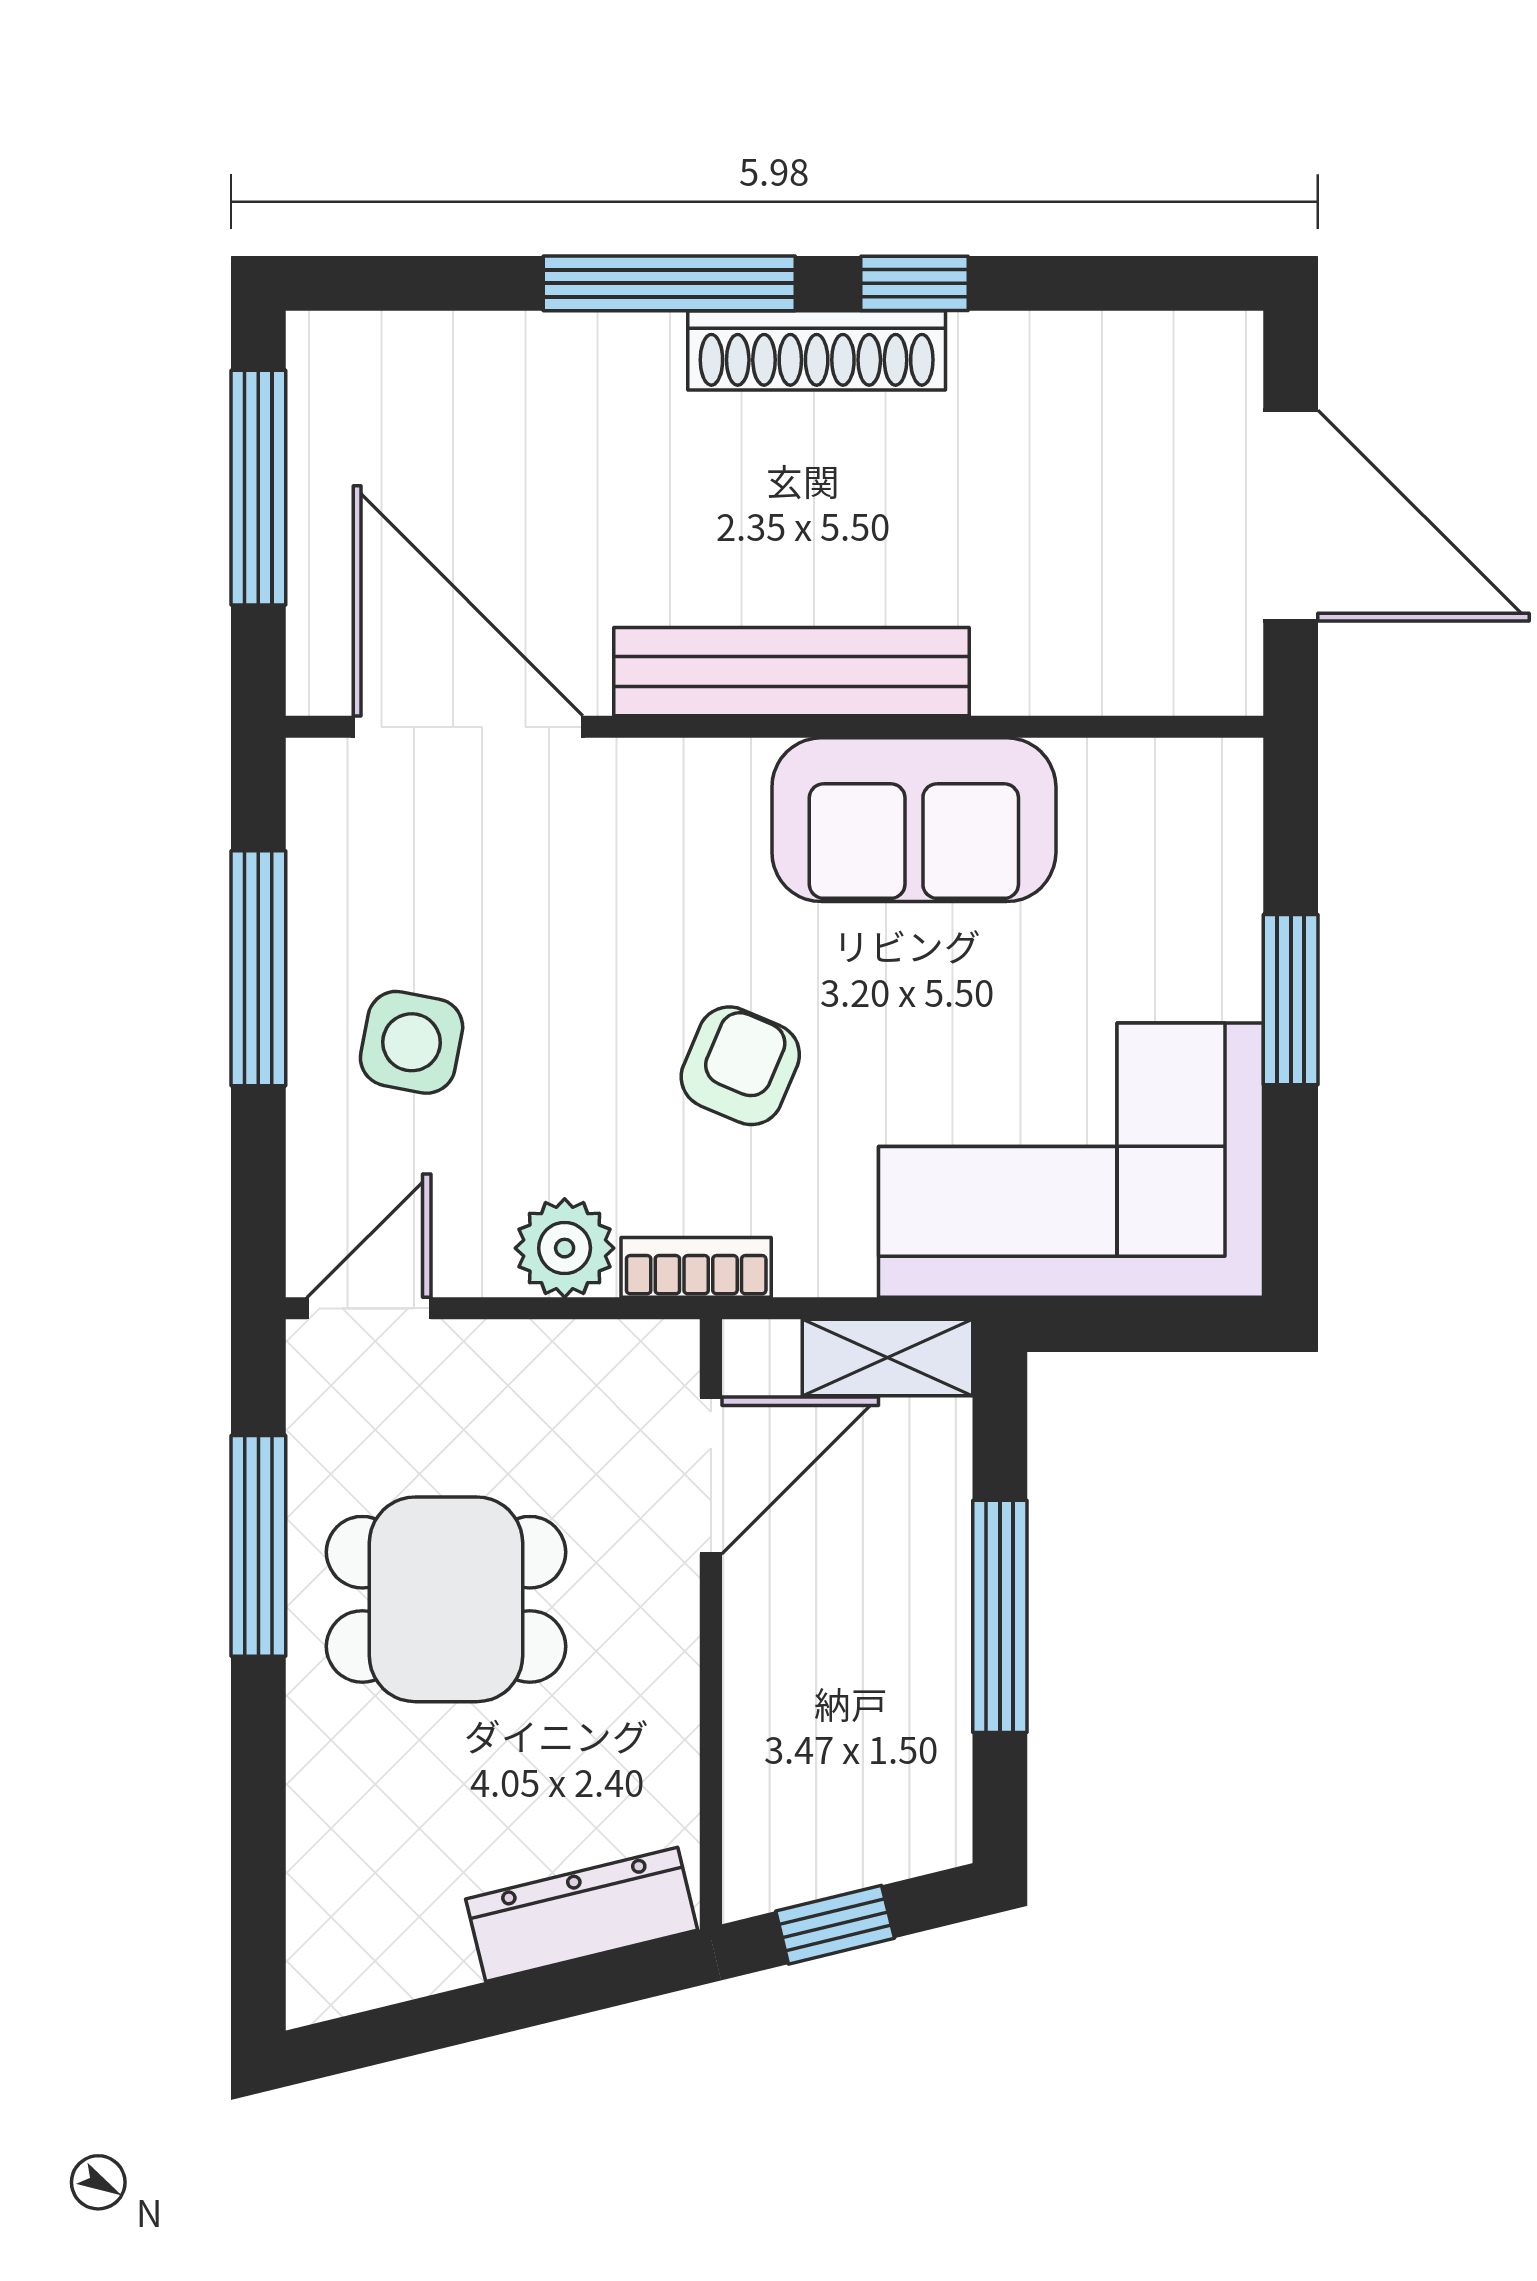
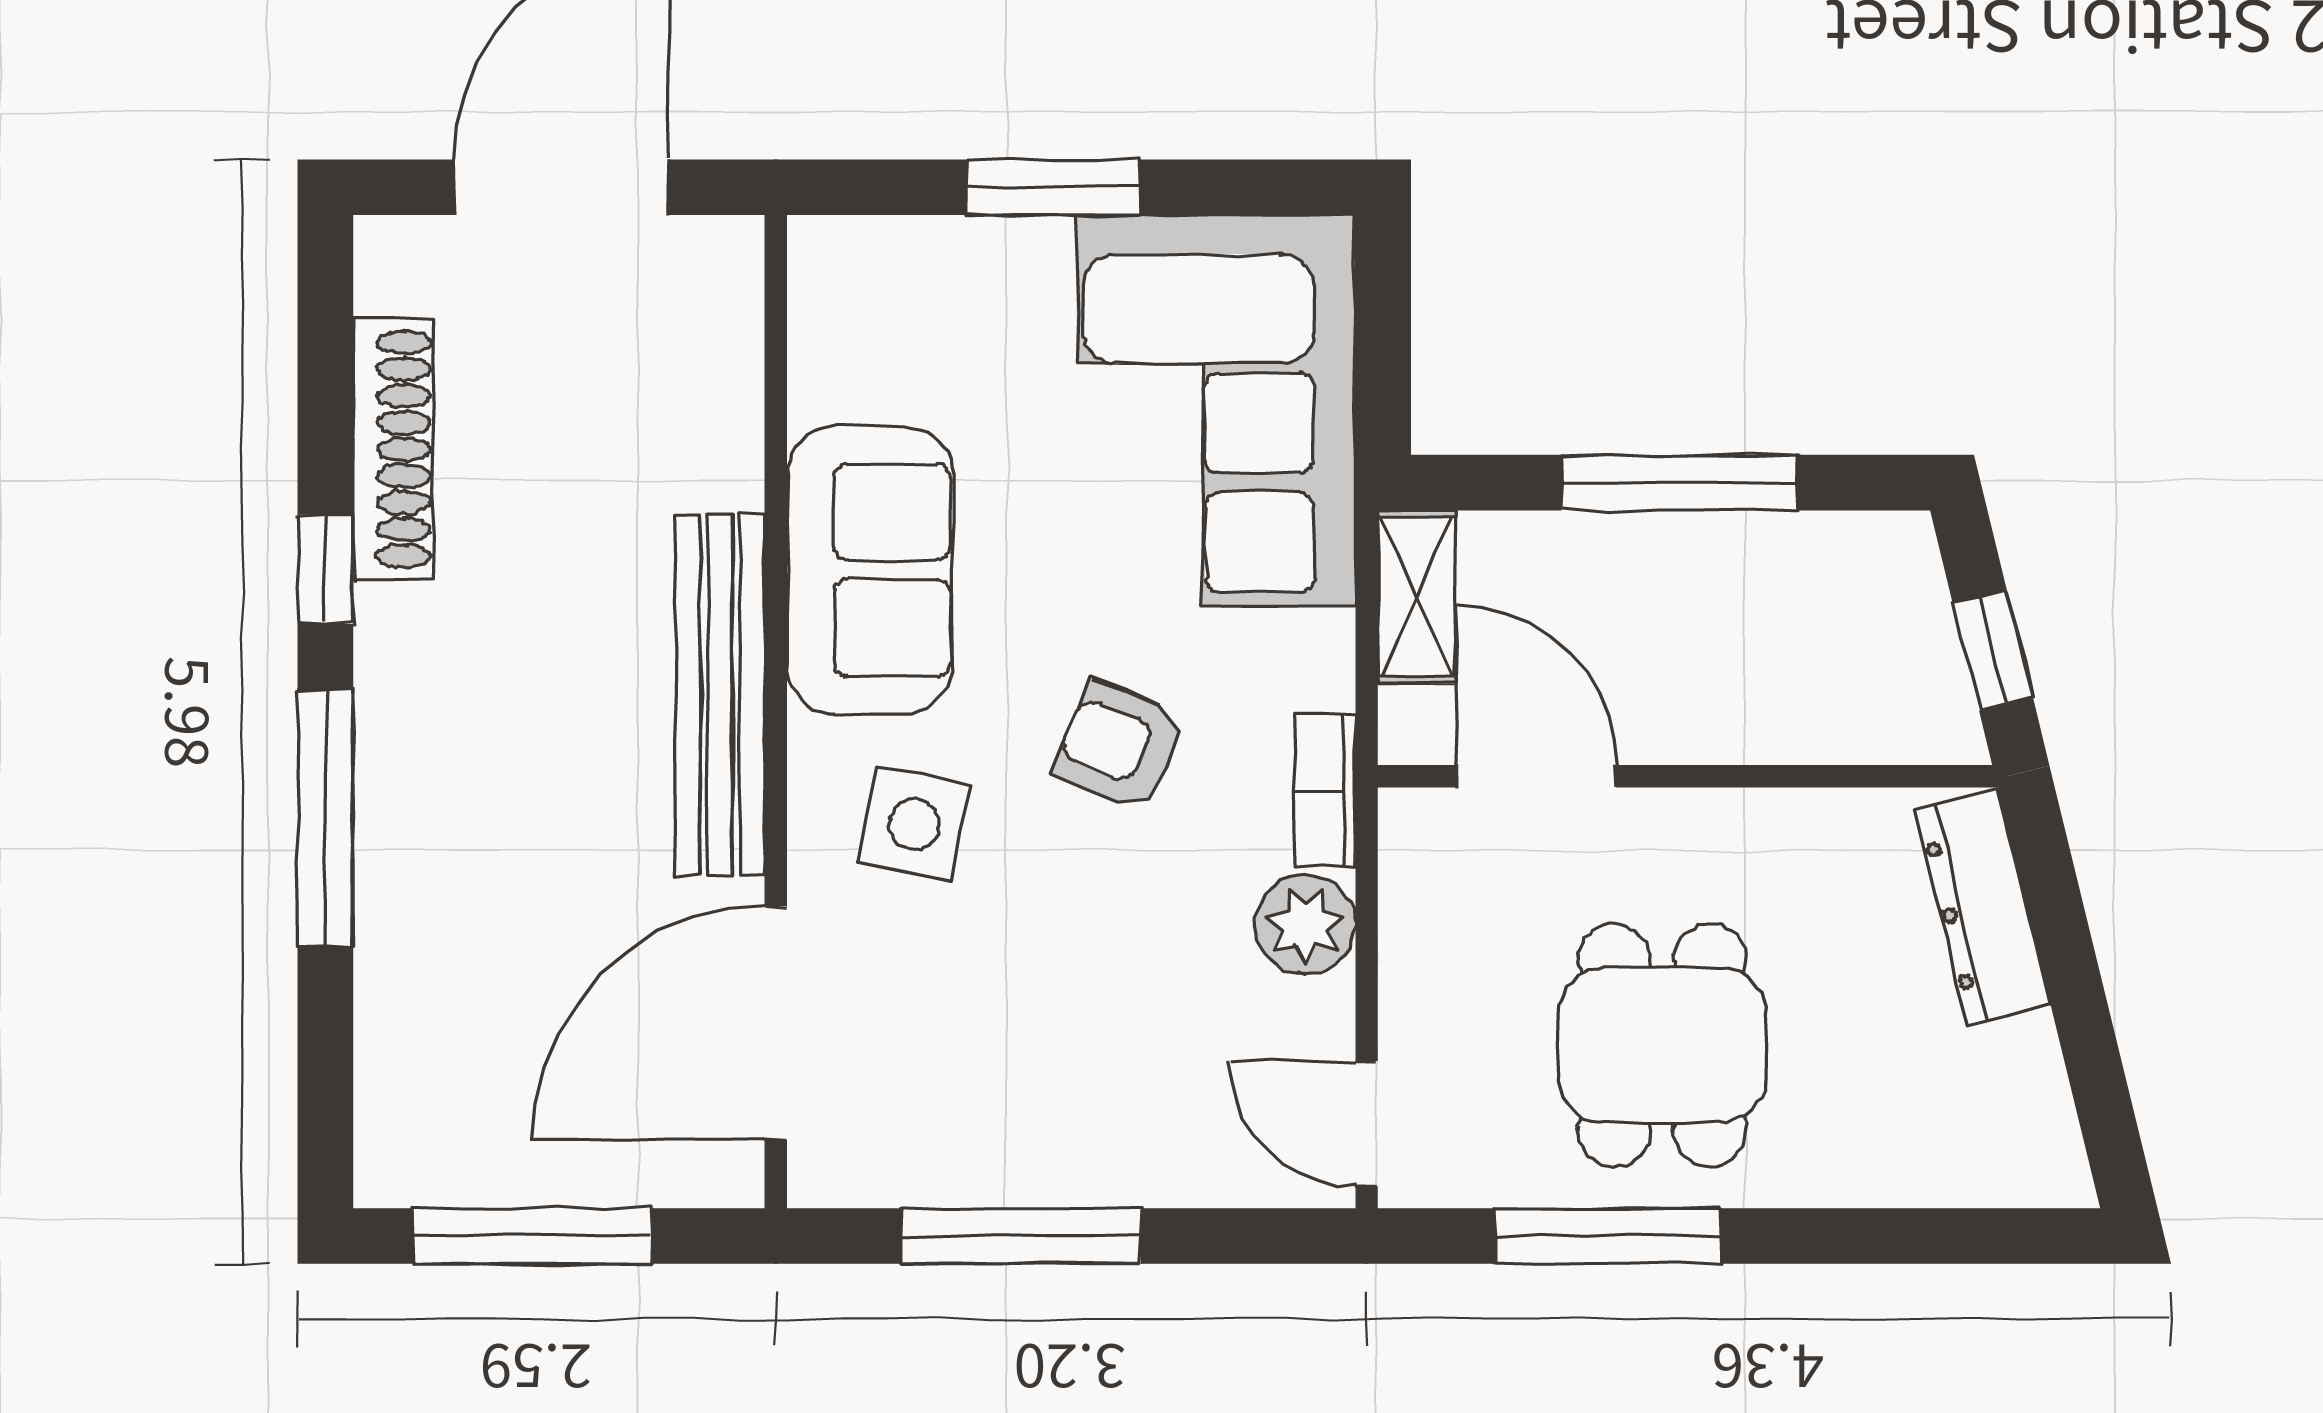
shoe rack: (817, 350) -> (393, 449), moved
side table: (412, 1042) -> (914, 824), moved

